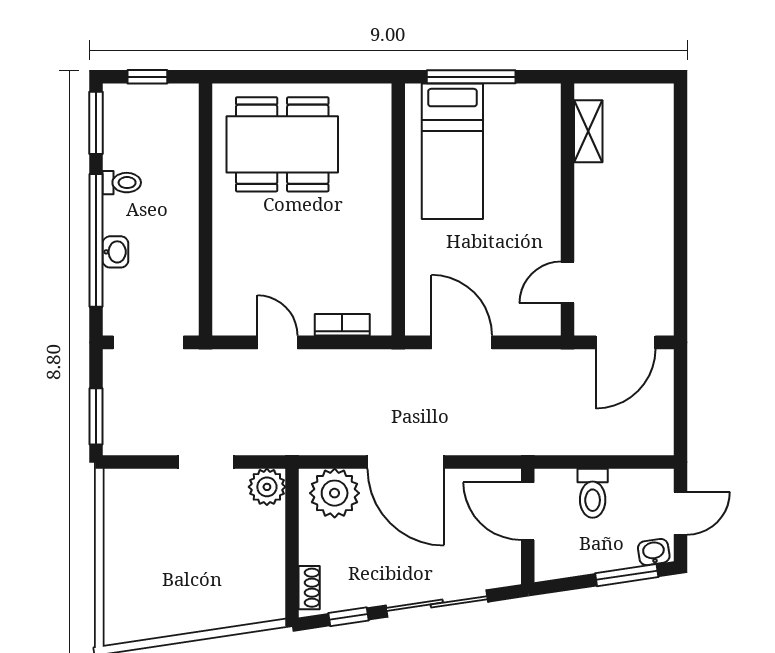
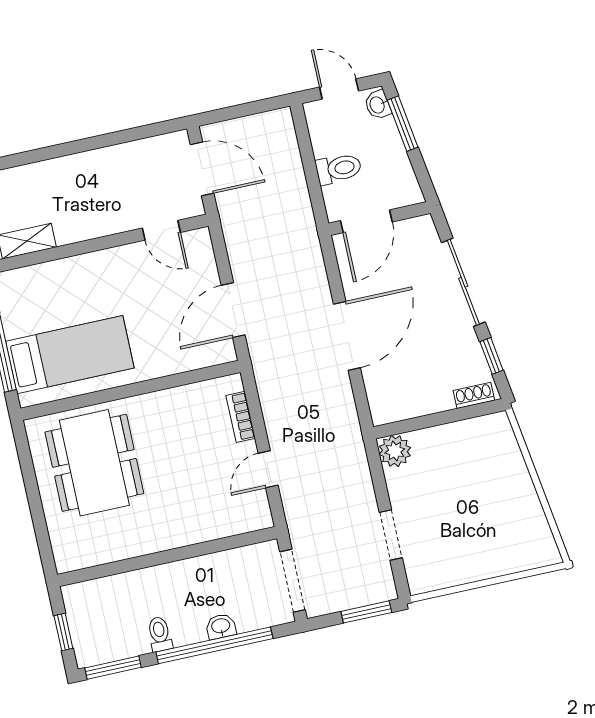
dining table: (282, 144) -> (94, 463), moved
doorway: (206, 462) -> (391, 535), moved
plant: (335, 493) -> (387, 391), removed

